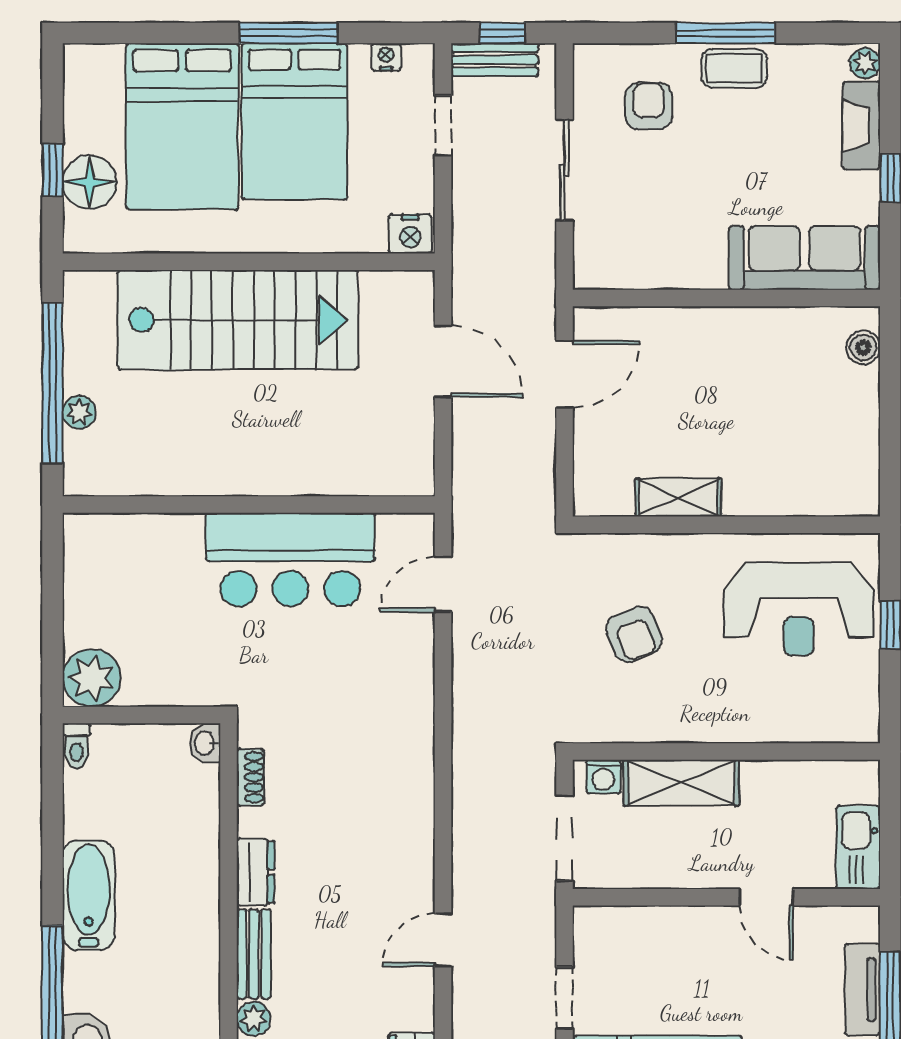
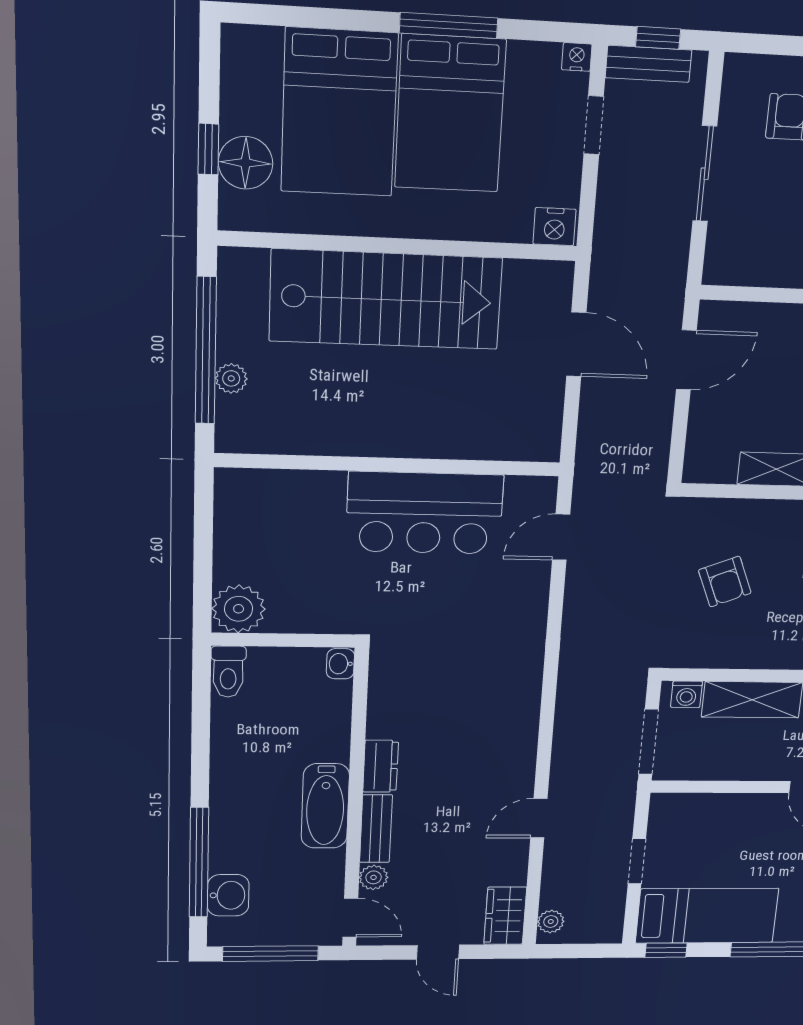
nightstand: (386, 57) -> (577, 57), moved
toilet: (76, 746) -> (228, 672), width x1.37, depth x1.39
shoe rack: (250, 777) -> (380, 692), removed
bathtub: (89, 895) -> (325, 806), moved, turned 180

